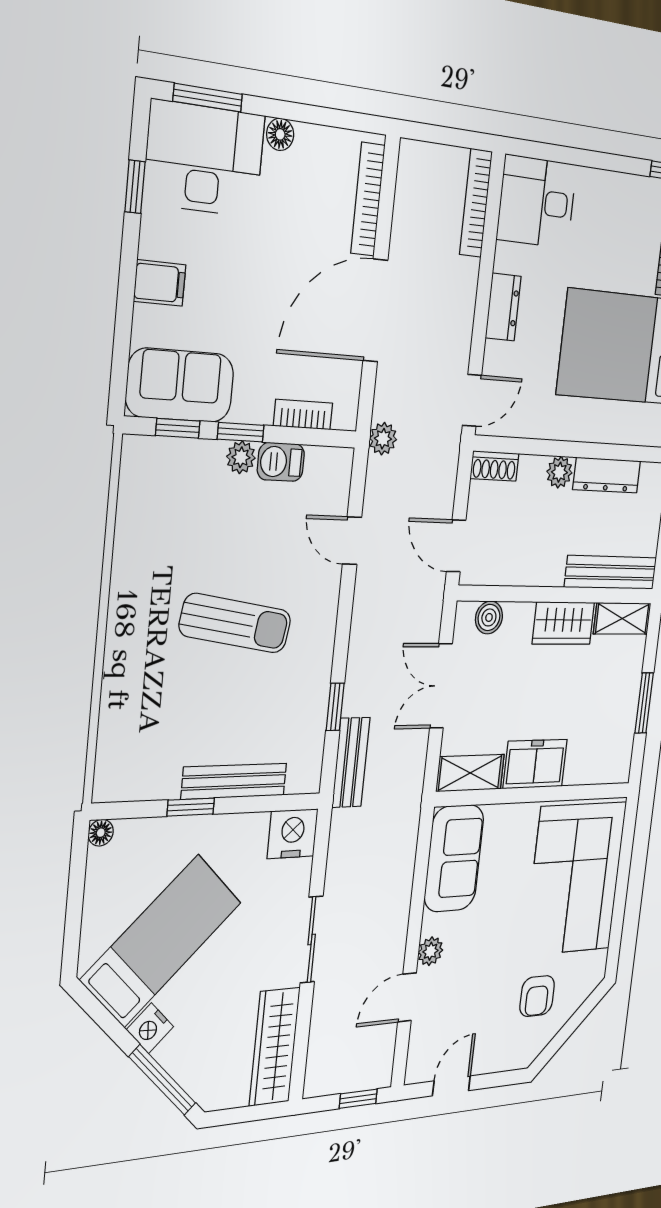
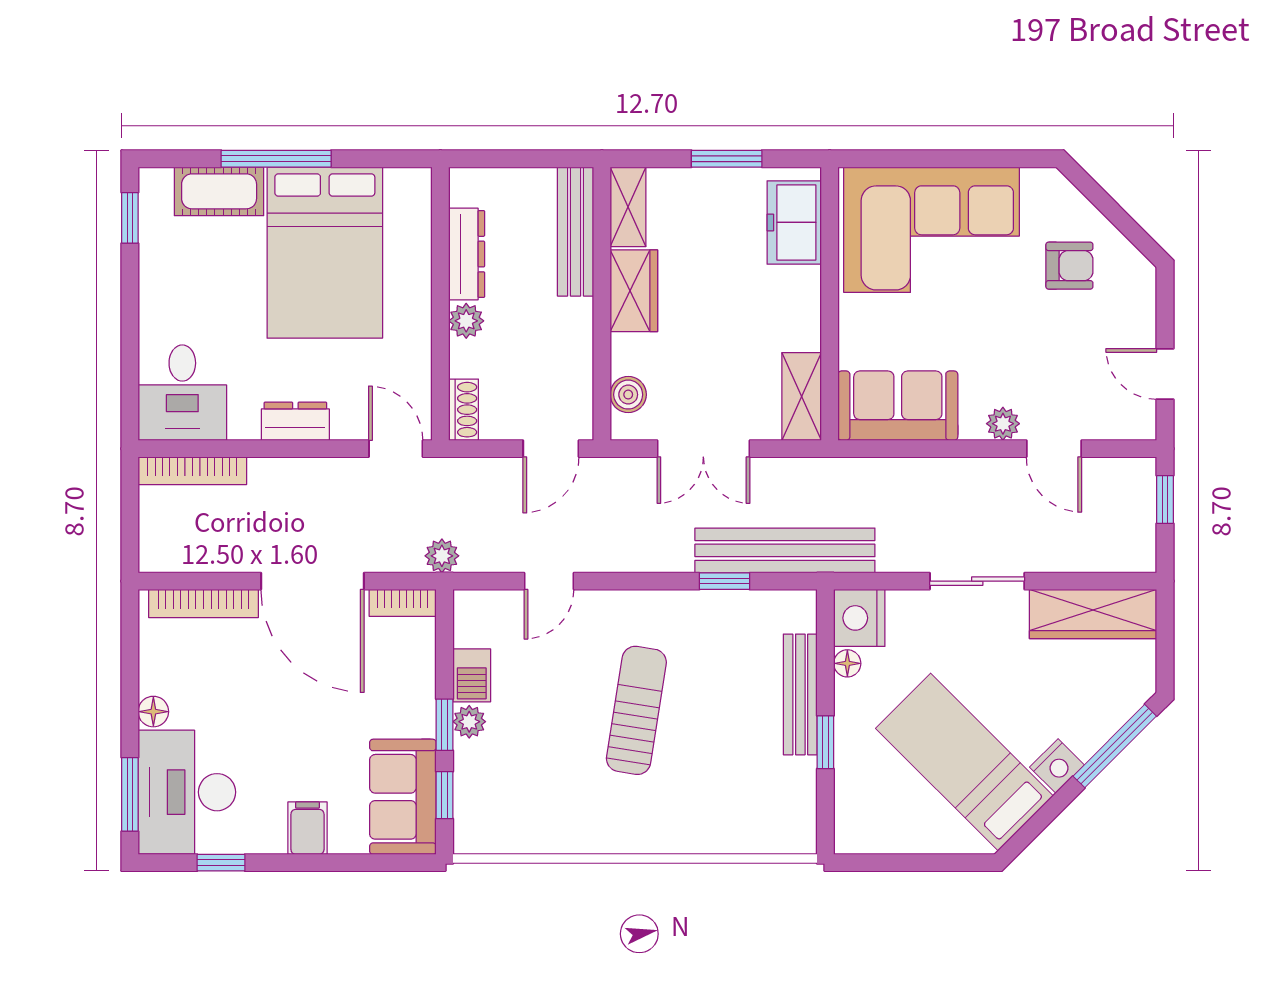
bookcase: (303, 414) -> (403, 603), moved, turned -90
bench: (351, 762) -> (785, 550), width x1.86, depth x1.21
freezer: (535, 764) -> (794, 222), moved
floor lamp: (101, 833) -> (847, 663), moved

